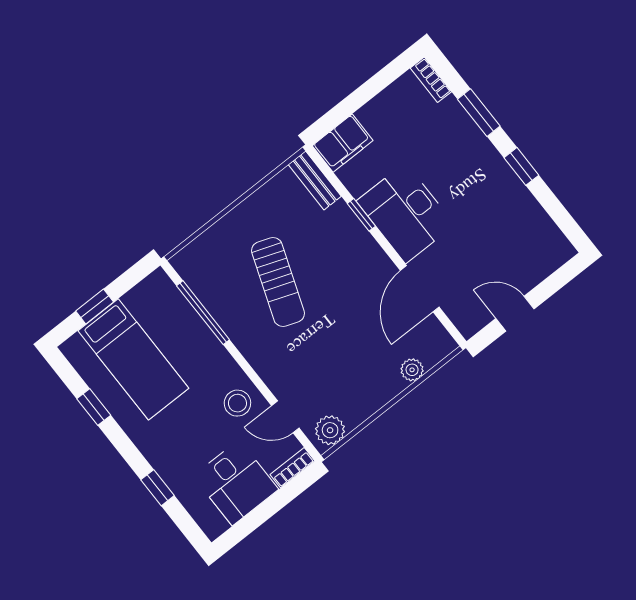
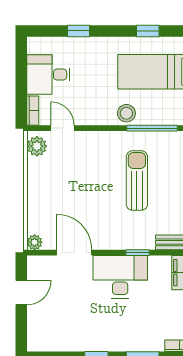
sun lounger: (278, 282) -> (137, 181), turned 70
plant: (412, 370) -> (35, 242), moved
stool: (237, 403) -> (126, 113), moved
door: (285, 417) -> (63, 128), hinge flipped

